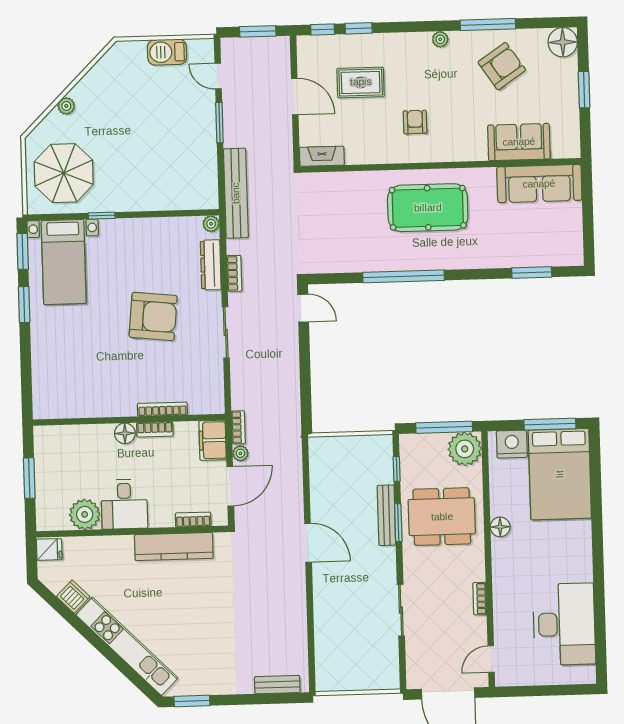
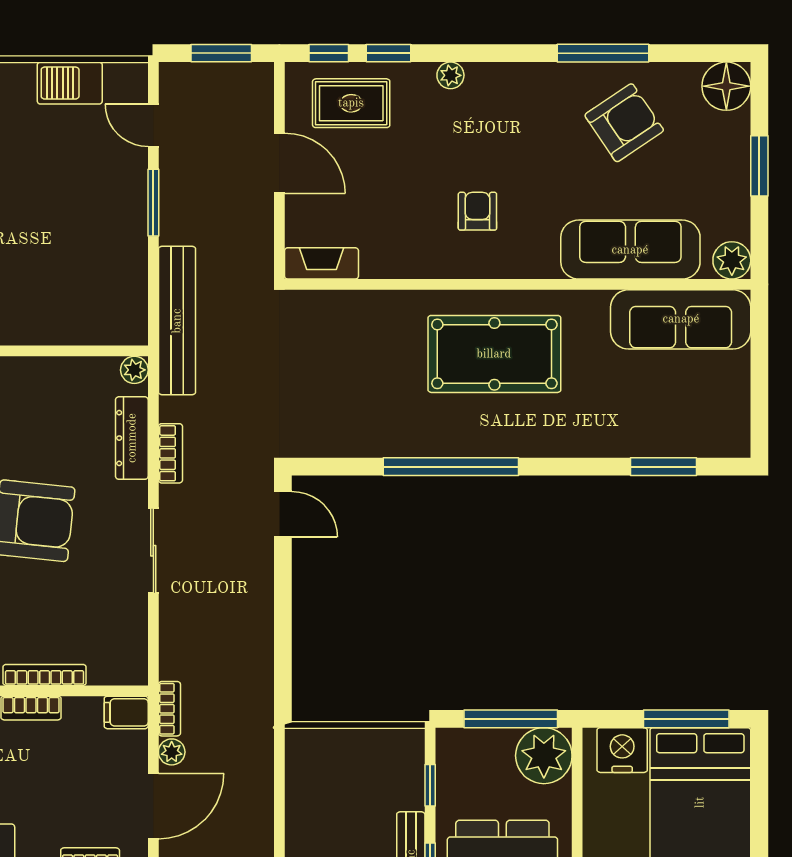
plant: (440, 39) -> (450, 75), moved
rug: (361, 82) -> (351, 103), moved
sofa: (519, 142) -> (630, 250), width x1.36
plant: (569, 147) -> (732, 260), added
filing cabinet: (213, 440) -> (126, 712), width x0.50

